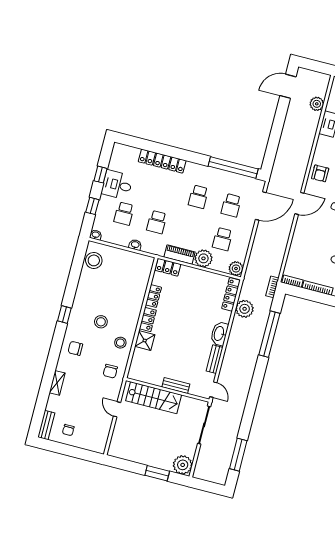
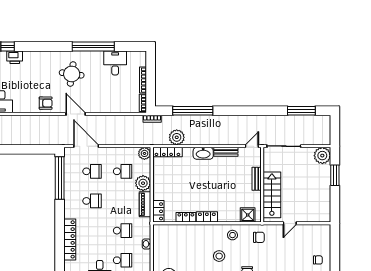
shower: (145, 341) -> (248, 215), moved

